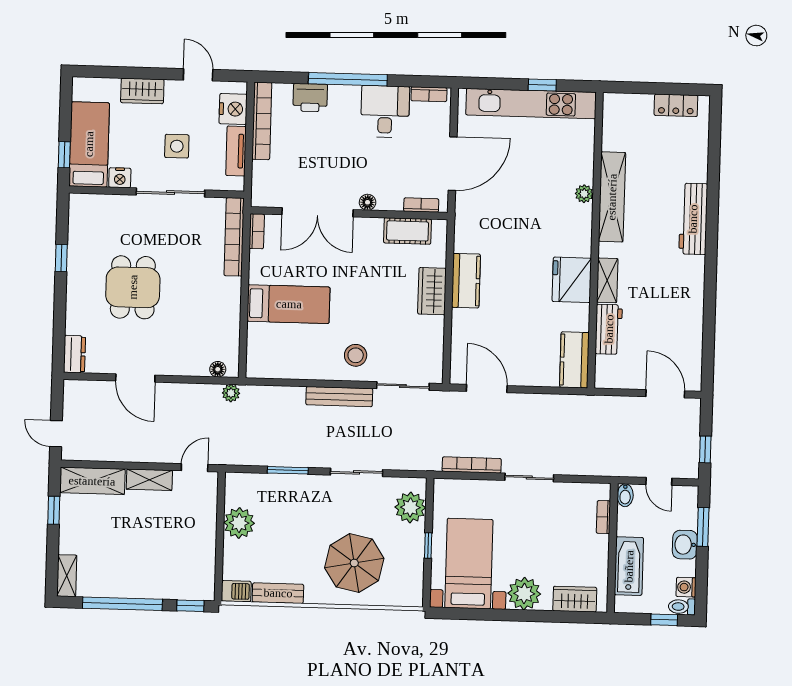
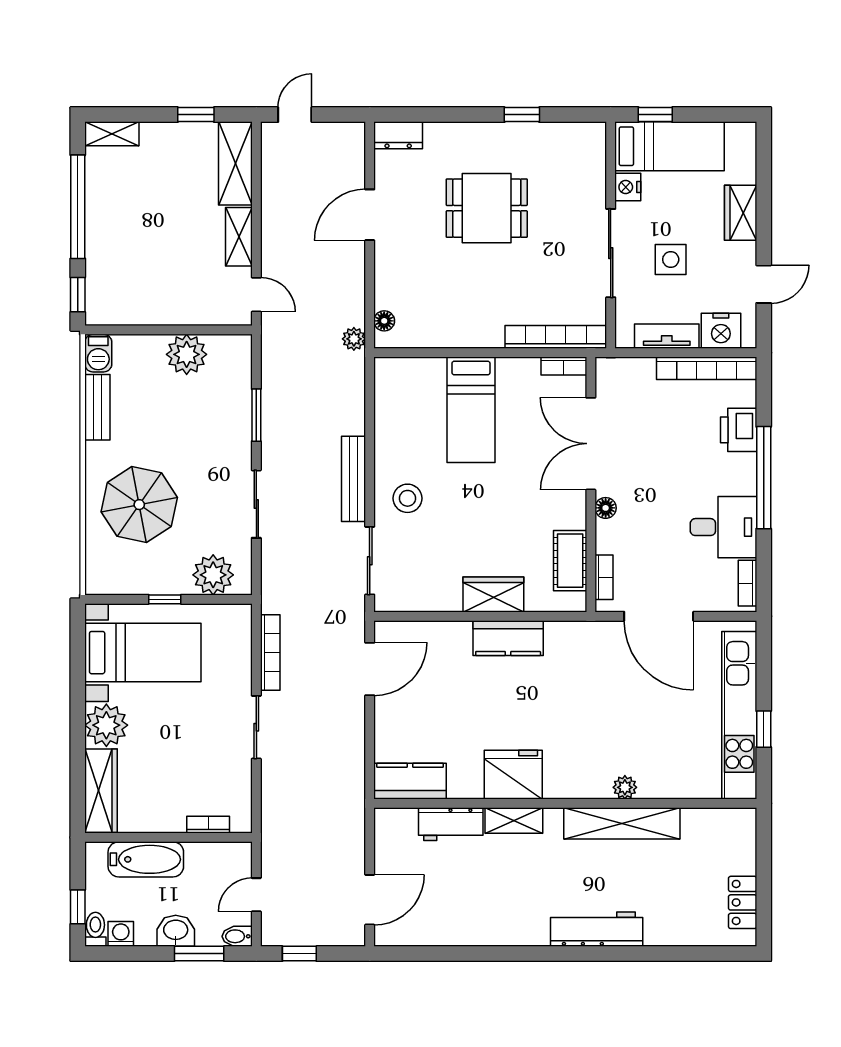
bidet: (625, 495) -> (237, 936), moved
wardrobe: (575, 599) -> (101, 791), width x1.50

